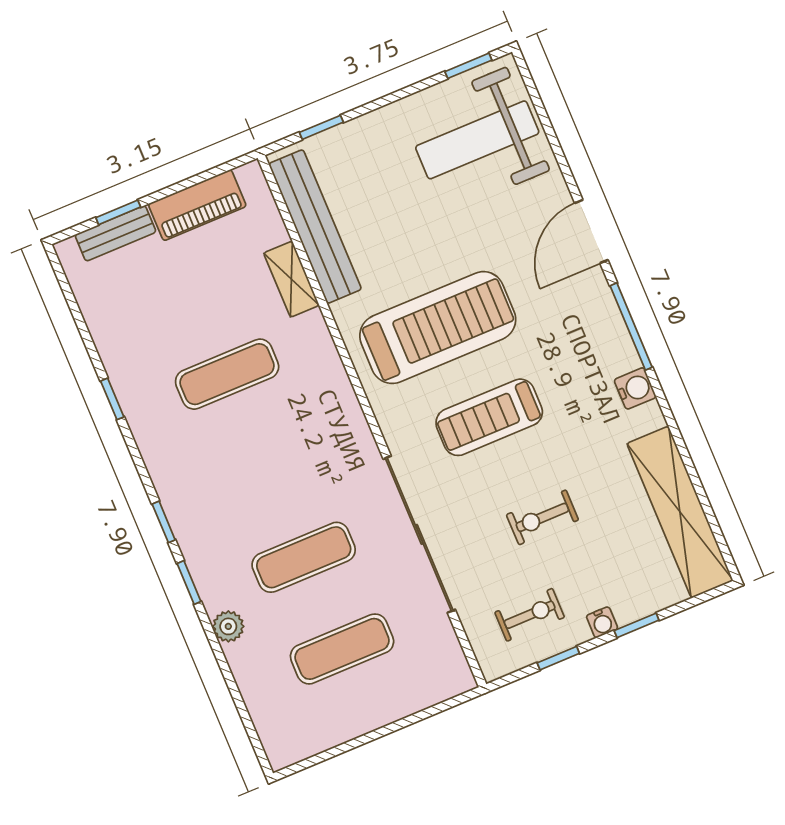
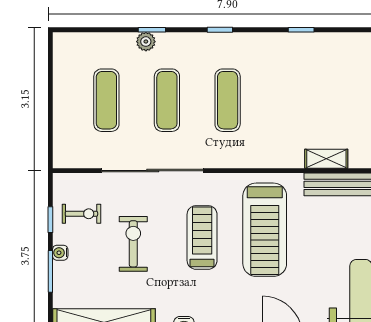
exercise mat: (227, 374) -> (228, 100), moved
exercise bike: (542, 517) -> (133, 244), width x1.38, depth x1.39
window: (189, 582) -> (152, 30), moved
exercise bike: (530, 615) -> (81, 214), turned -90
window: (637, 625) -> (50, 271), width x1.50

